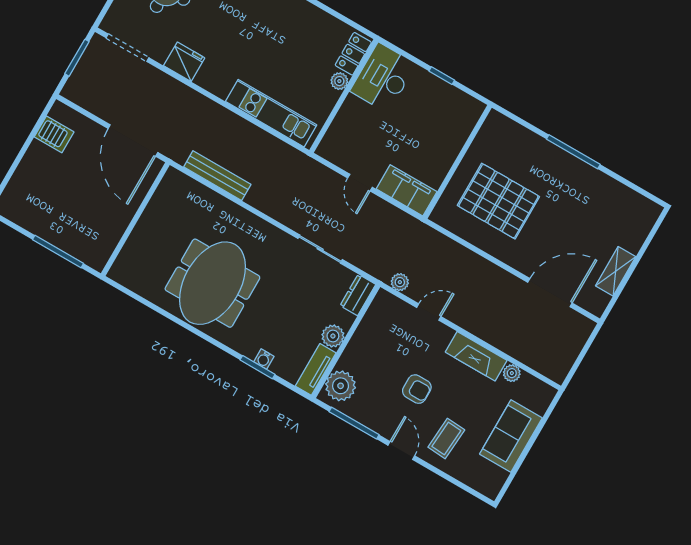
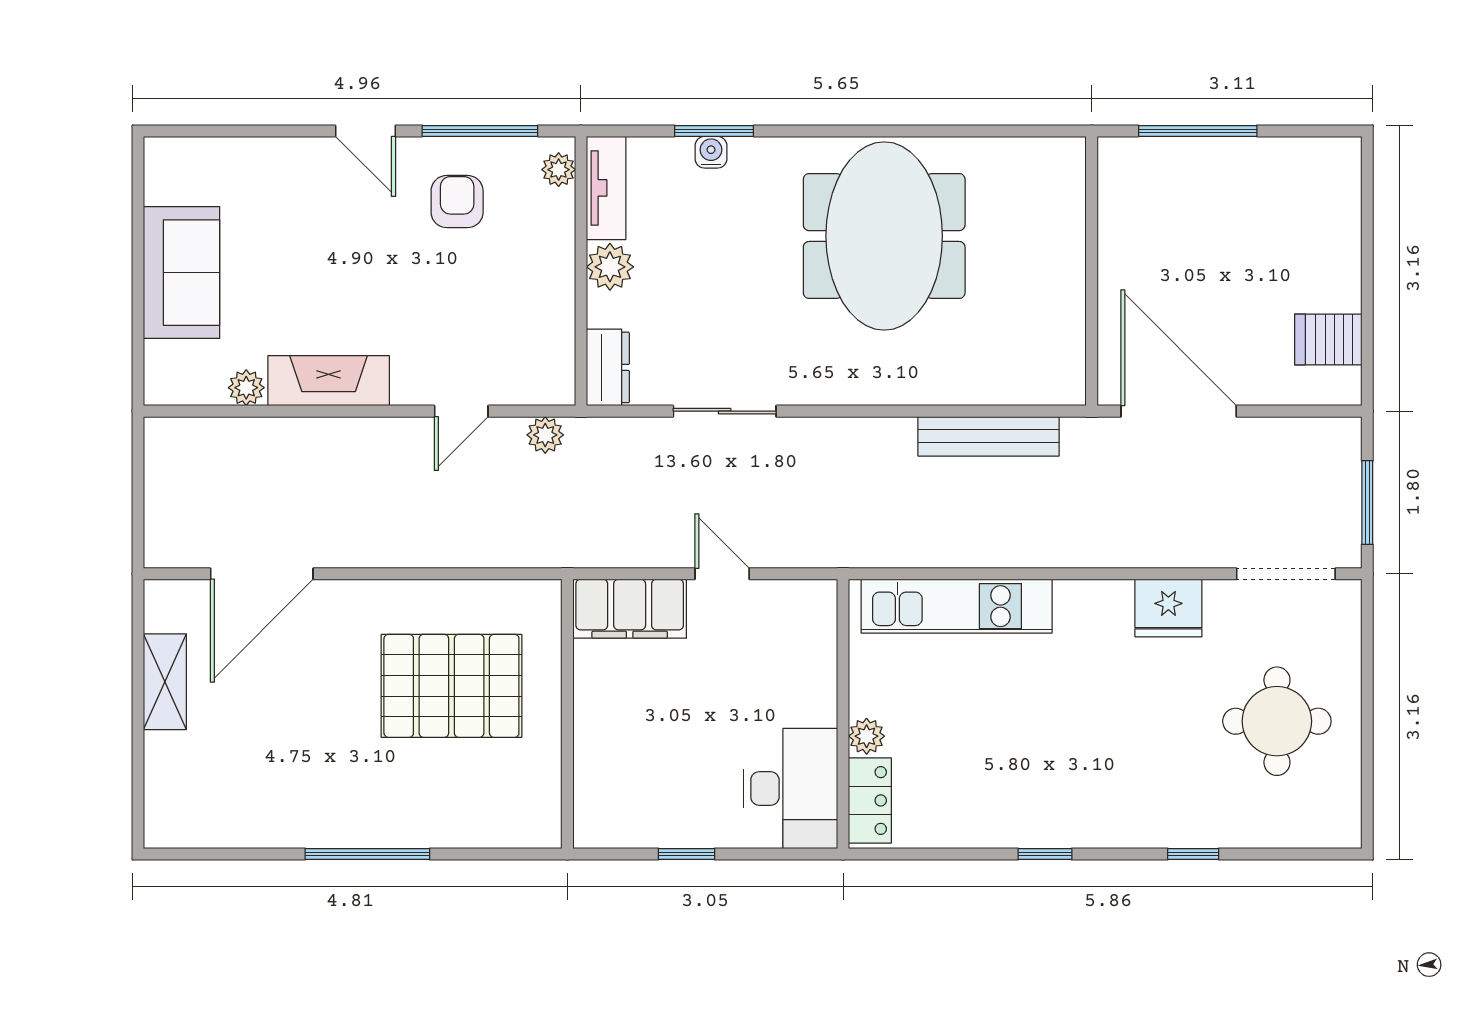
plant: (341, 386) -> (559, 170), width x0.53, depth x0.53
armchair: (417, 389) -> (457, 202), moved, turned 90
coffee table: (446, 439) -> (296, 200), removed

